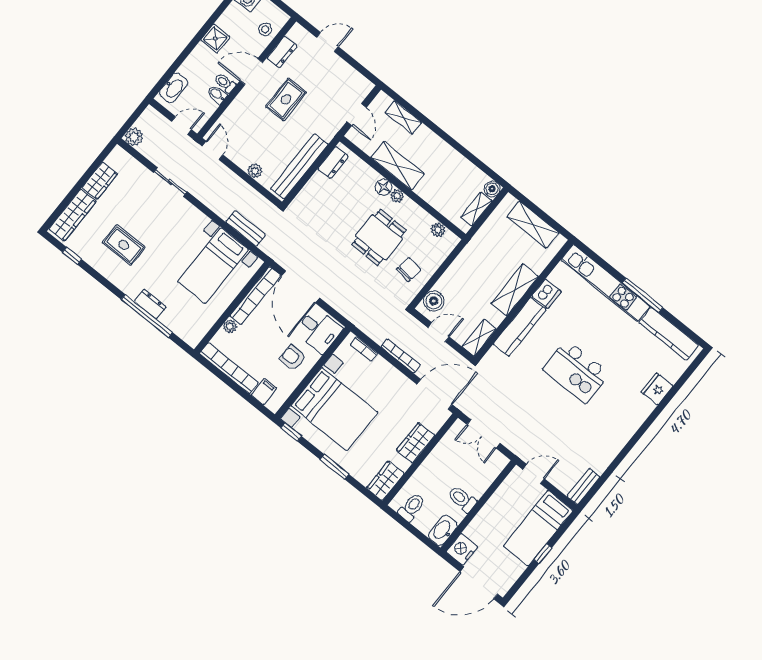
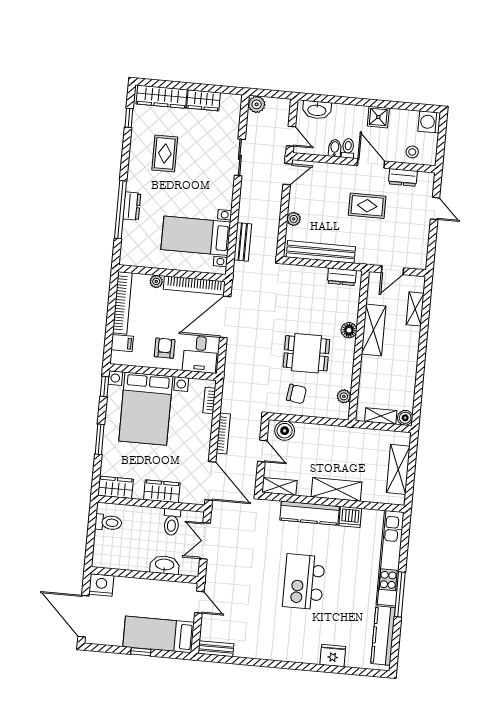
plant: (397, 196) -> (349, 346), removed
toilet: (462, 499) -> (172, 522), moved, turned 180
washbasin: (443, 530) -> (165, 565), moved

